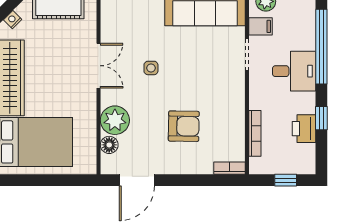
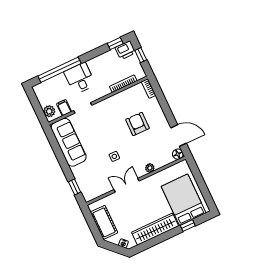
window: (321, 118) -> (115, 44), moved
plant: (115, 120) -> (150, 168), width x0.53, depth x0.53
printer: (304, 129) -> (125, 50), moved
floor lamp: (109, 145) -> (178, 154), moved

